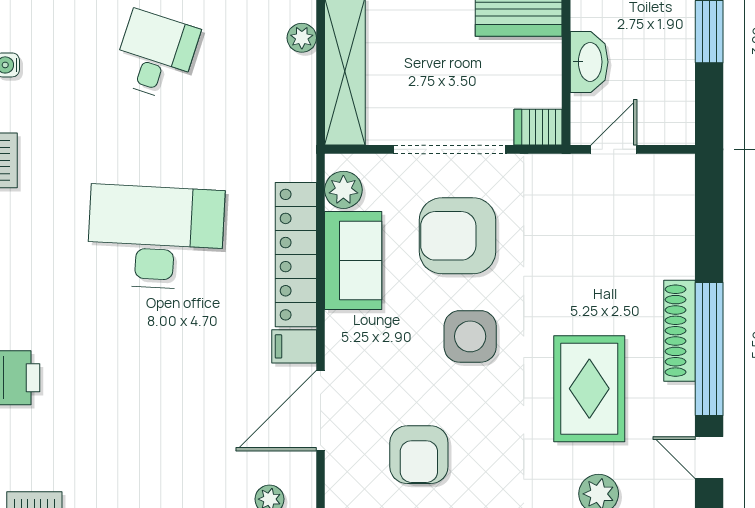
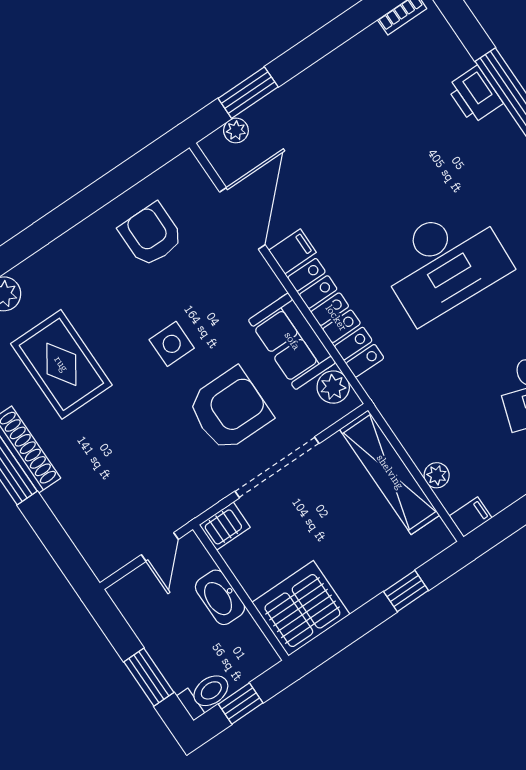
side table: (470, 336) -> (172, 344), width x0.73, depth x0.73

